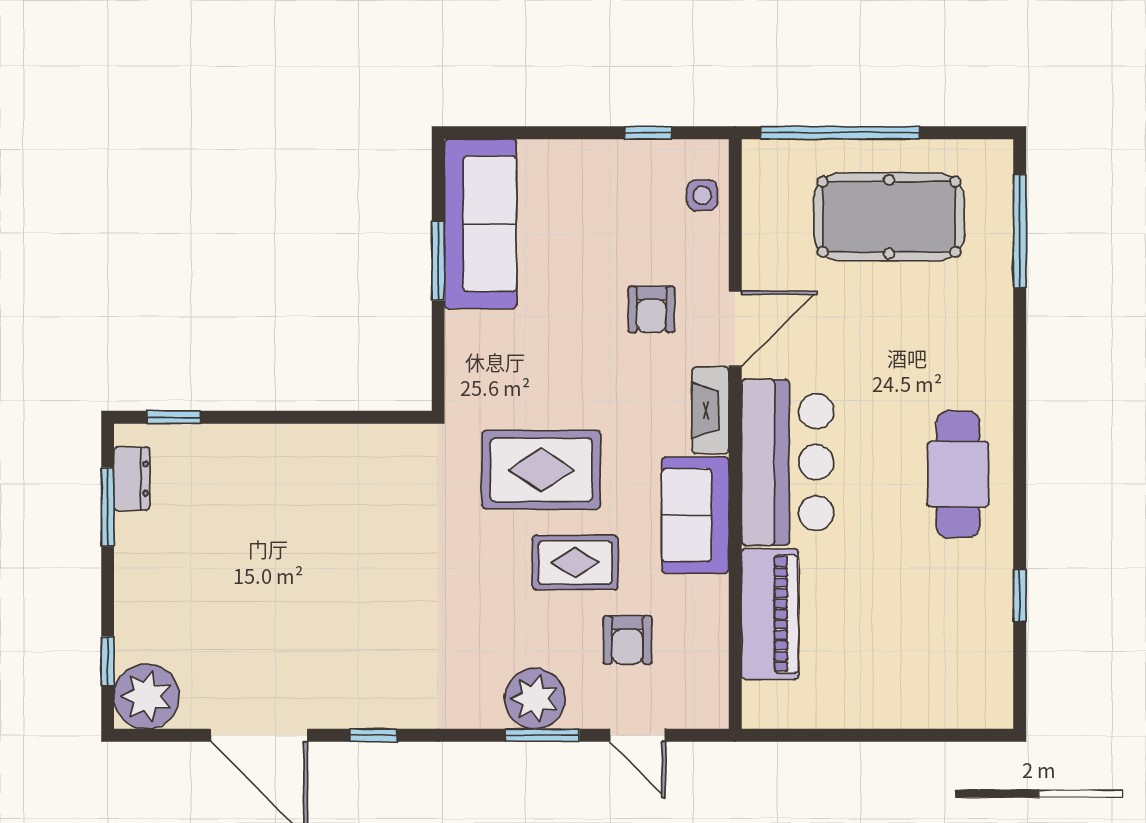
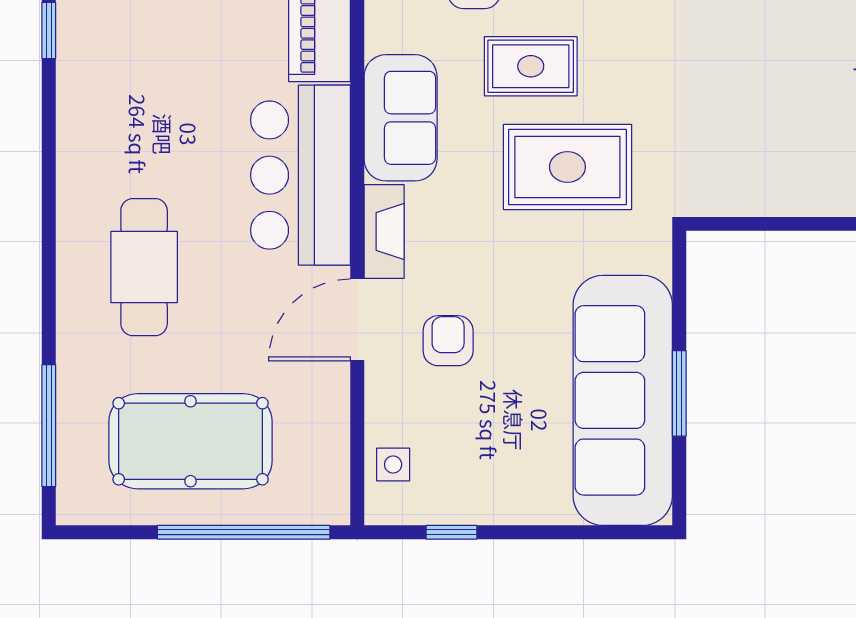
sofa: (480, 224) -> (623, 400), width x1.36, depth x1.27
cafe table: (958, 474) -> (144, 267), moved

